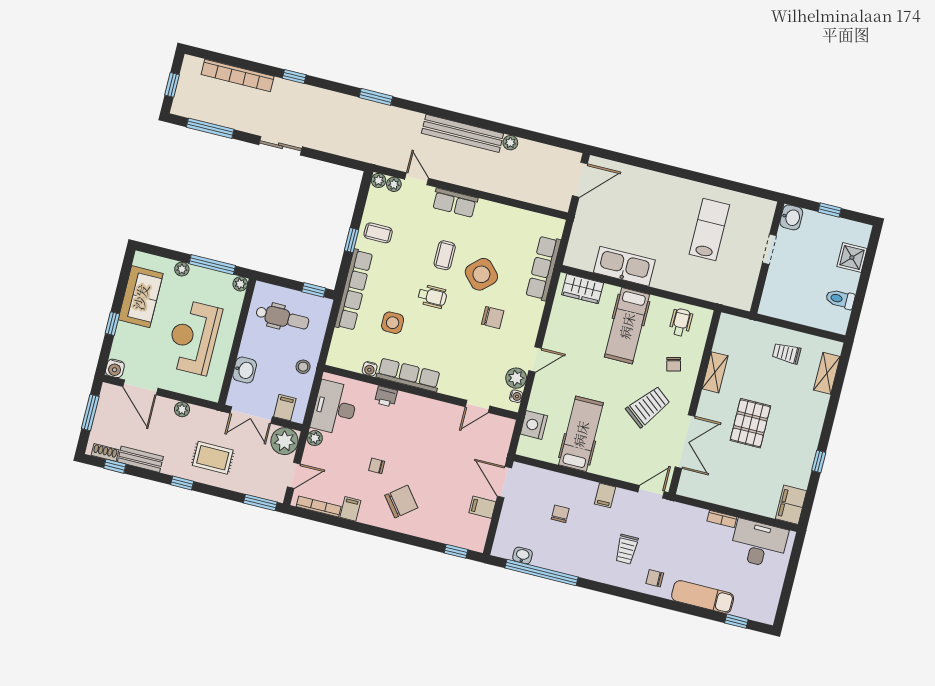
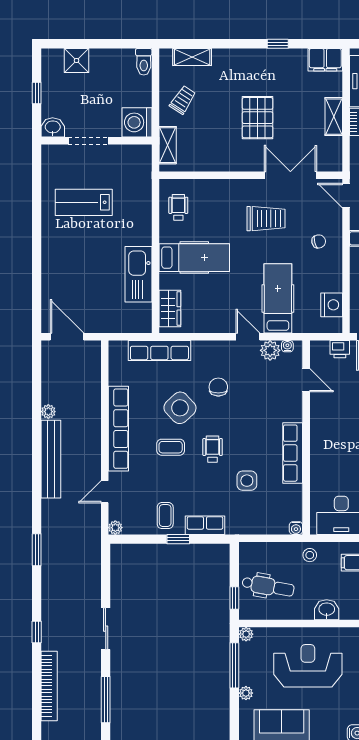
plant: (394, 184) -> (115, 512), removed
row of seats: (455, 203) -> (118, 429), width x2.02
doorway: (769, 249) -> (88, 141), width x1.38
window: (314, 290) -> (234, 598), moved
row of seats: (354, 290) -> (205, 525), width x0.50
toilet: (840, 299) -> (144, 62), moved
washing machine: (775, 302) -> (137, 122), added
dental chair: (282, 318) -> (268, 586), turned 100
wheelchair: (681, 322) -> (178, 207), turned 90
reception desk: (194, 337) -> (308, 666), turned 180
trolley: (787, 353) -> (183, 100), turned -147
chair: (674, 364) -> (319, 241), moved
water cooler: (370, 369) -> (296, 528), moved, turned 90
shelving: (715, 372) -> (168, 145), moved, turned 90
printer: (386, 397) -> (340, 349), moved, turned 90
trolley: (648, 407) -> (266, 219), turned 142
pallet: (750, 423) -> (258, 118), turned 90
nightstand: (534, 425) -> (332, 305), moved, turned -90
hospital bed: (581, 434) -> (278, 298), moved, turned 90
shelving: (732, 499) -> (334, 117), added

